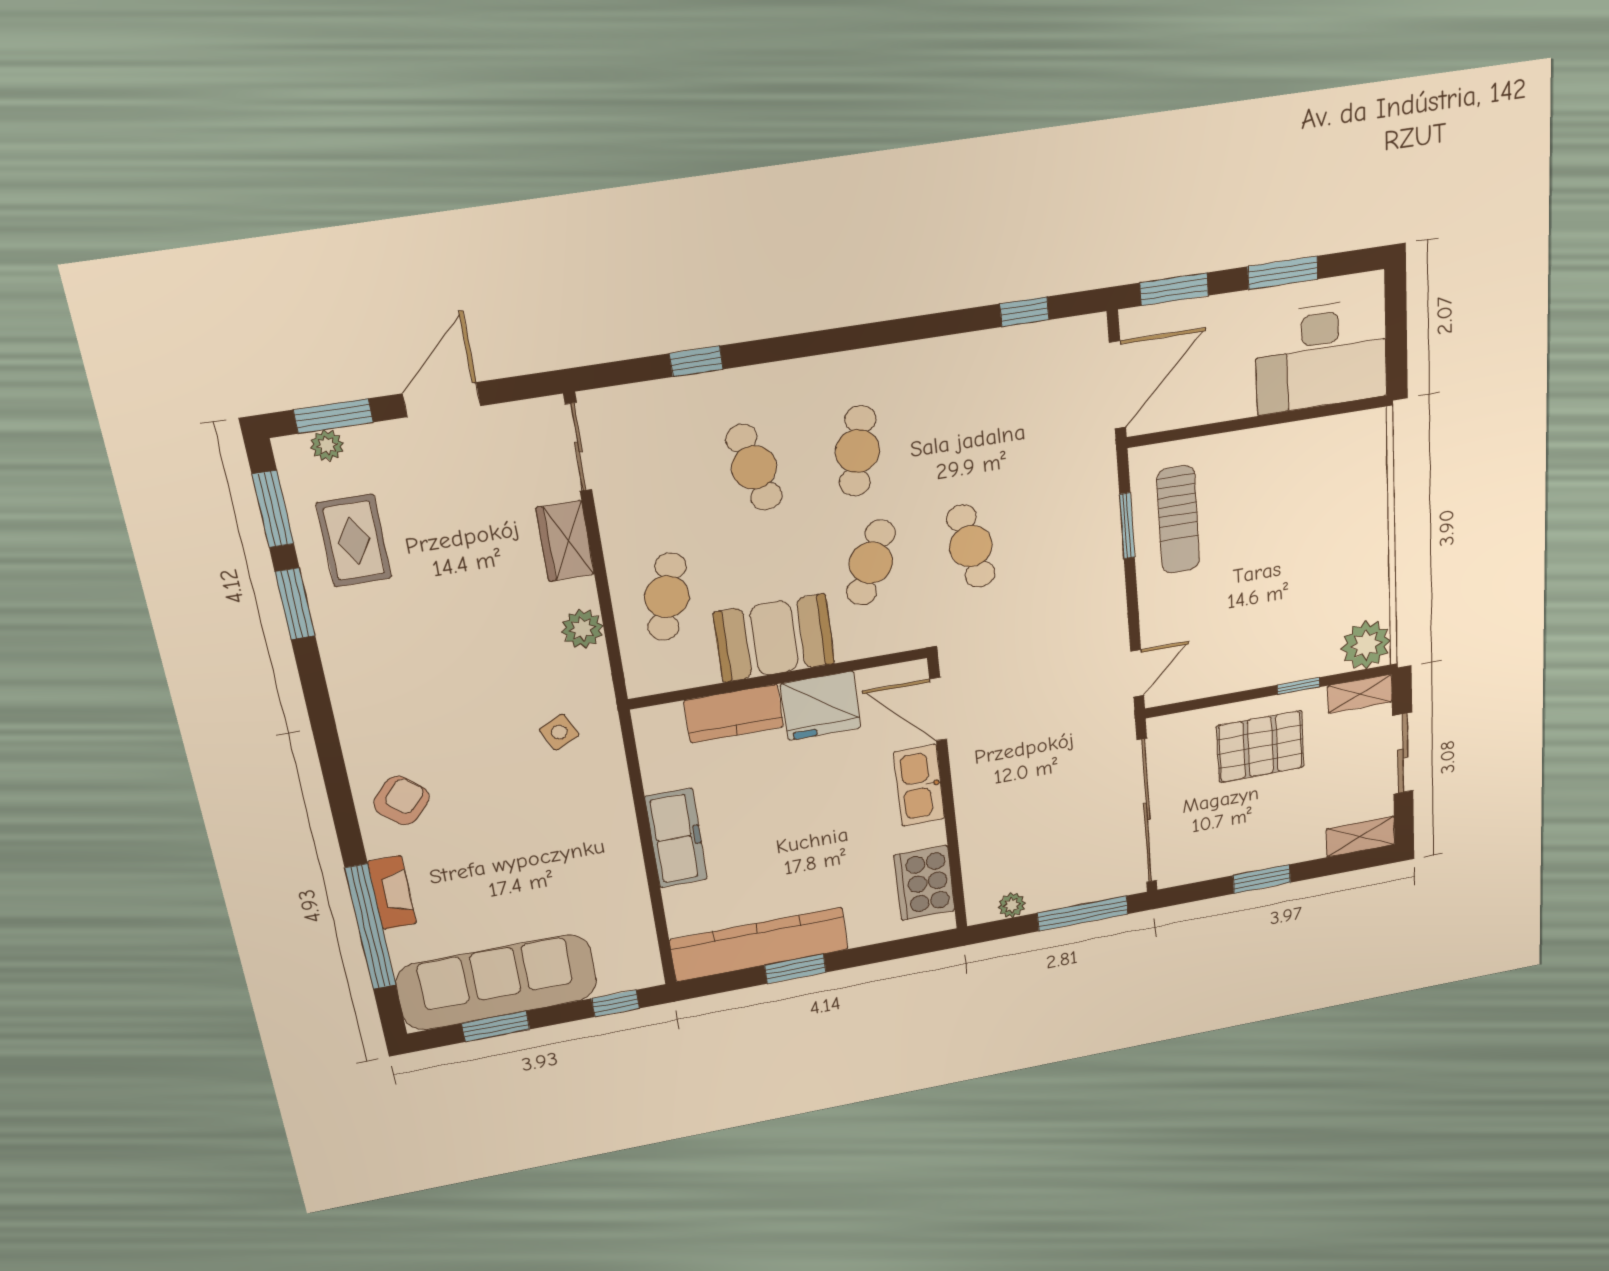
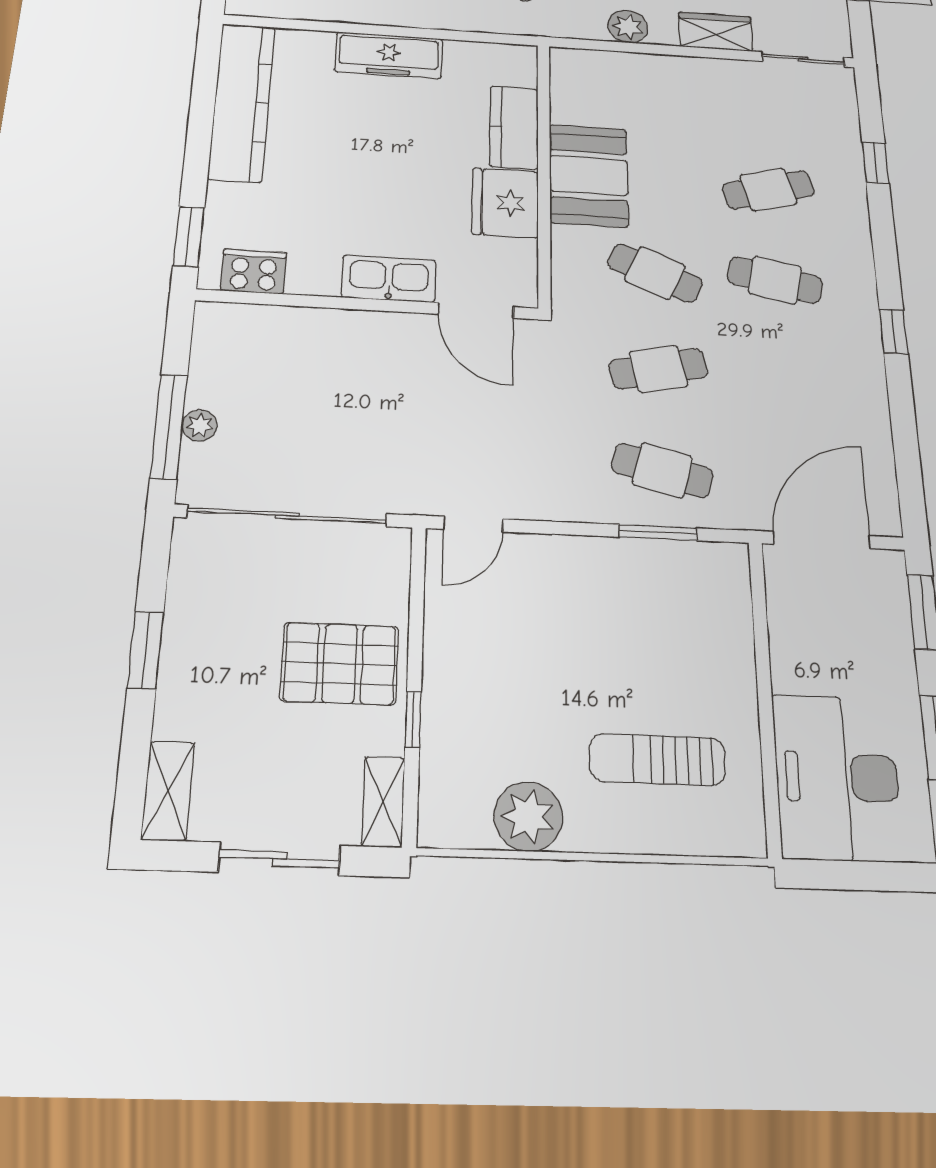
window: (1024, 312) -> (894, 332), moved
door: (1117, 385) -> (822, 540), swing flipped
sun lounger: (1178, 520) -> (657, 760), moved
cafe table: (667, 597) -> (662, 470), moved
plant: (1366, 645) -> (528, 816), moved
door: (1137, 673) -> (473, 524), hinge flipped
door: (938, 709) -> (476, 310), swing flipped
pallet: (1260, 747) -> (340, 664), turned 90
cooker: (924, 883) -> (254, 272), width x0.73, depth x0.76
plant: (1012, 905) -> (200, 425), moved
window: (795, 969) -> (189, 237), moved

